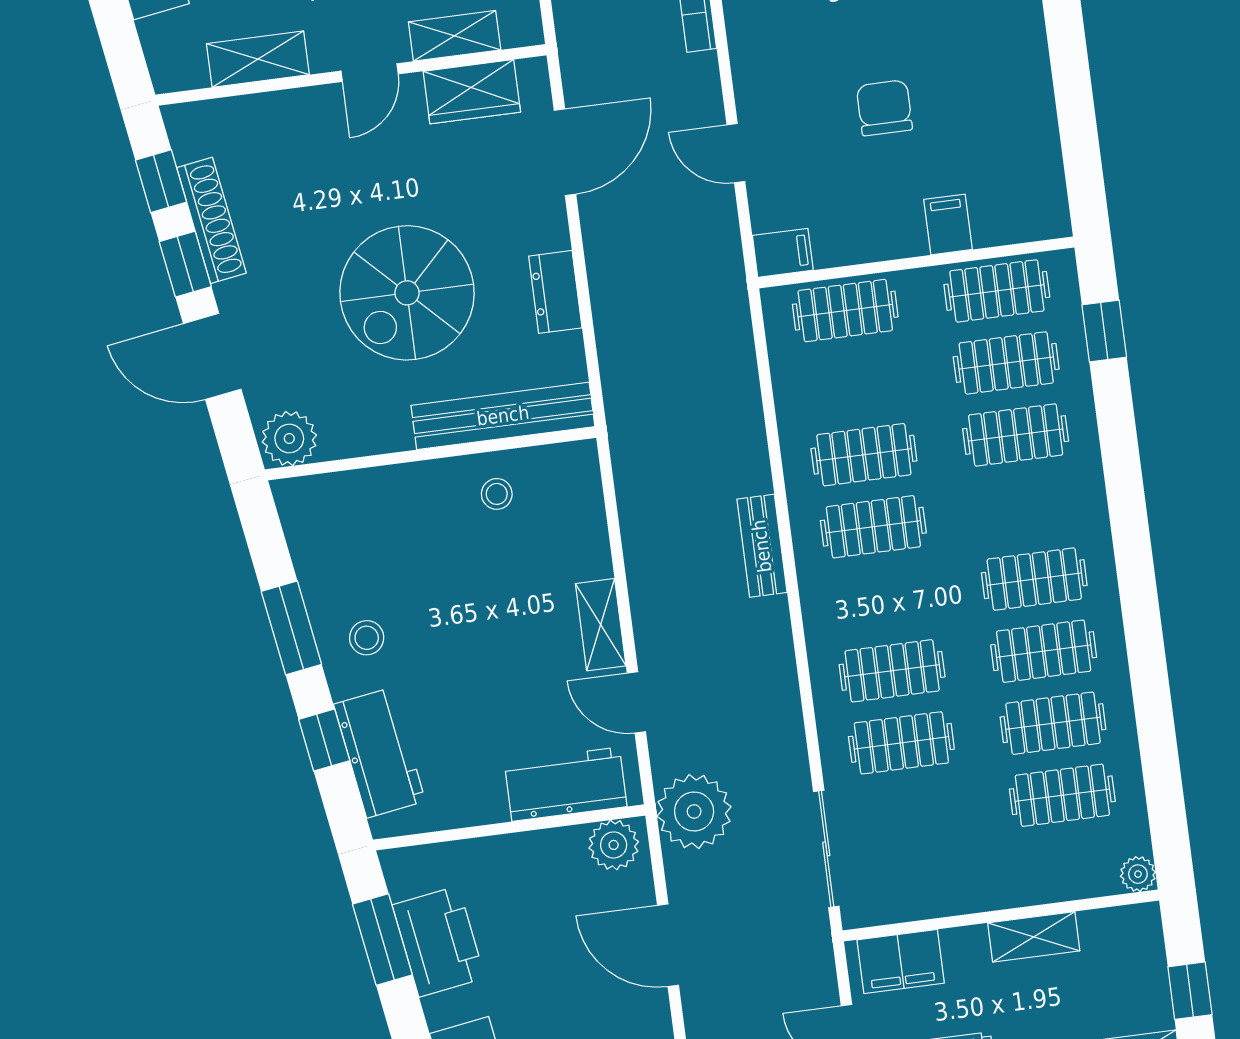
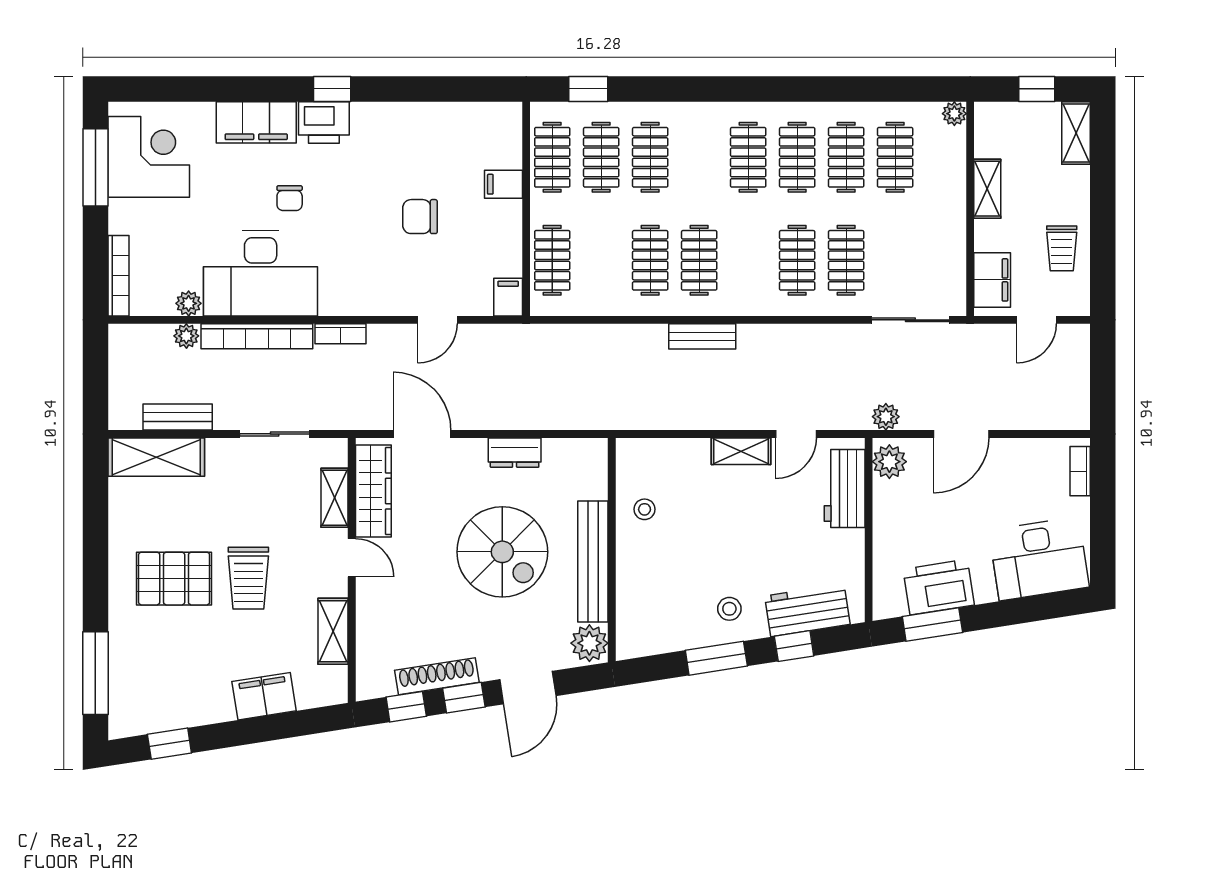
wardrobe: (472, 92) -> (373, 491), width x1.50
bench: (503, 416) -> (593, 562), moved
plant: (694, 811) -> (886, 417), width x0.53, depth x0.53

